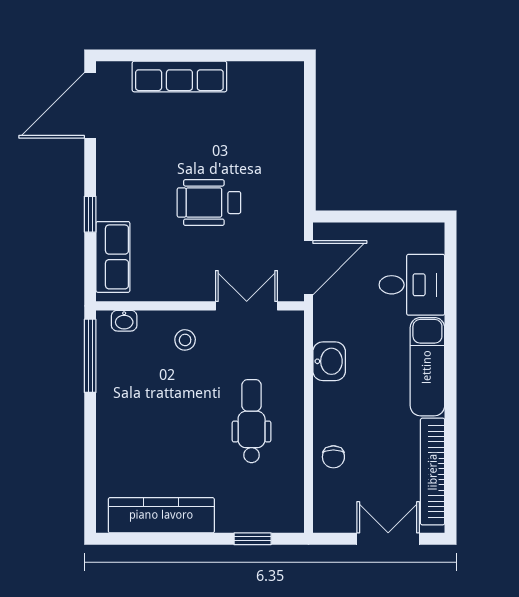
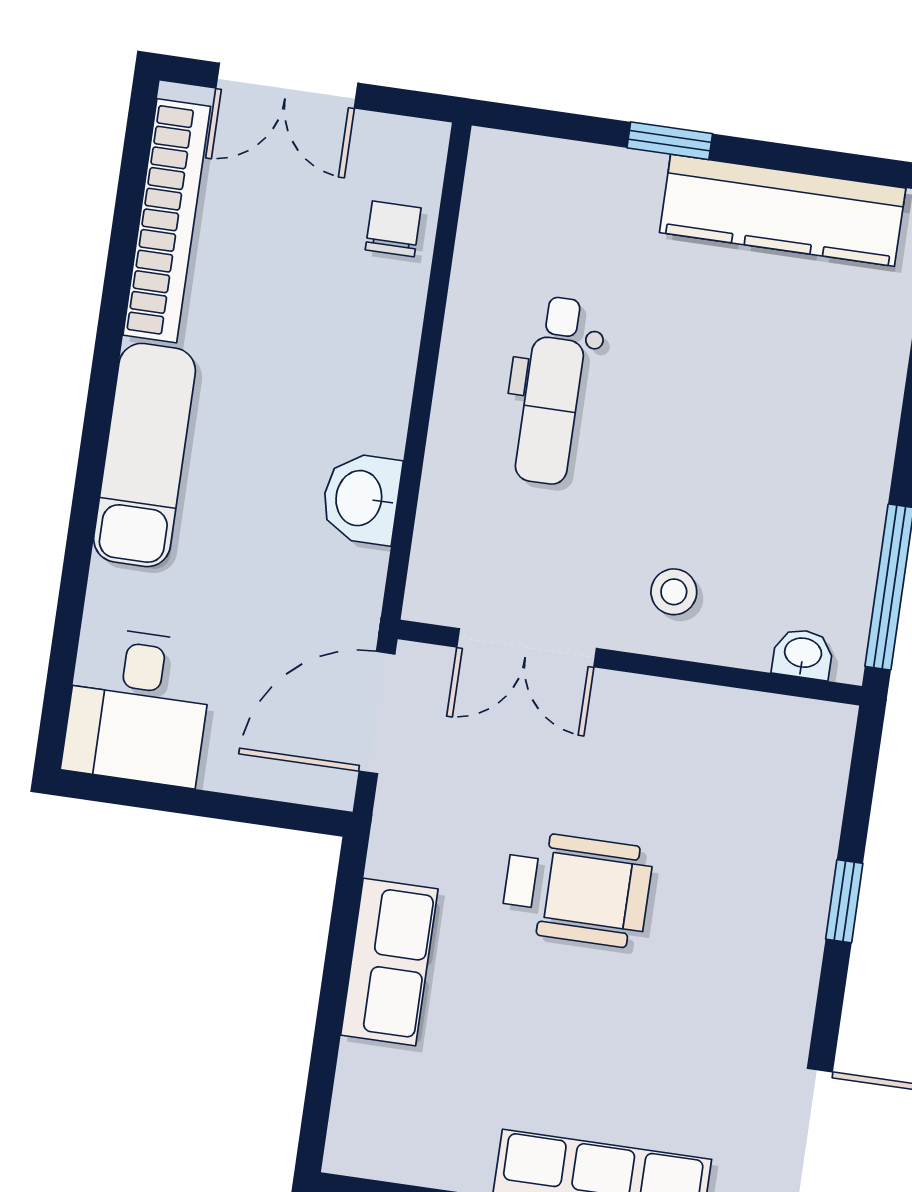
row of seats: (113, 257) -> (389, 962), moved, turned 180
desk: (412, 285) -> (138, 707), moved, turned -90
chair: (333, 457) -> (393, 229), moved
window: (253, 539) -> (670, 141), moved

